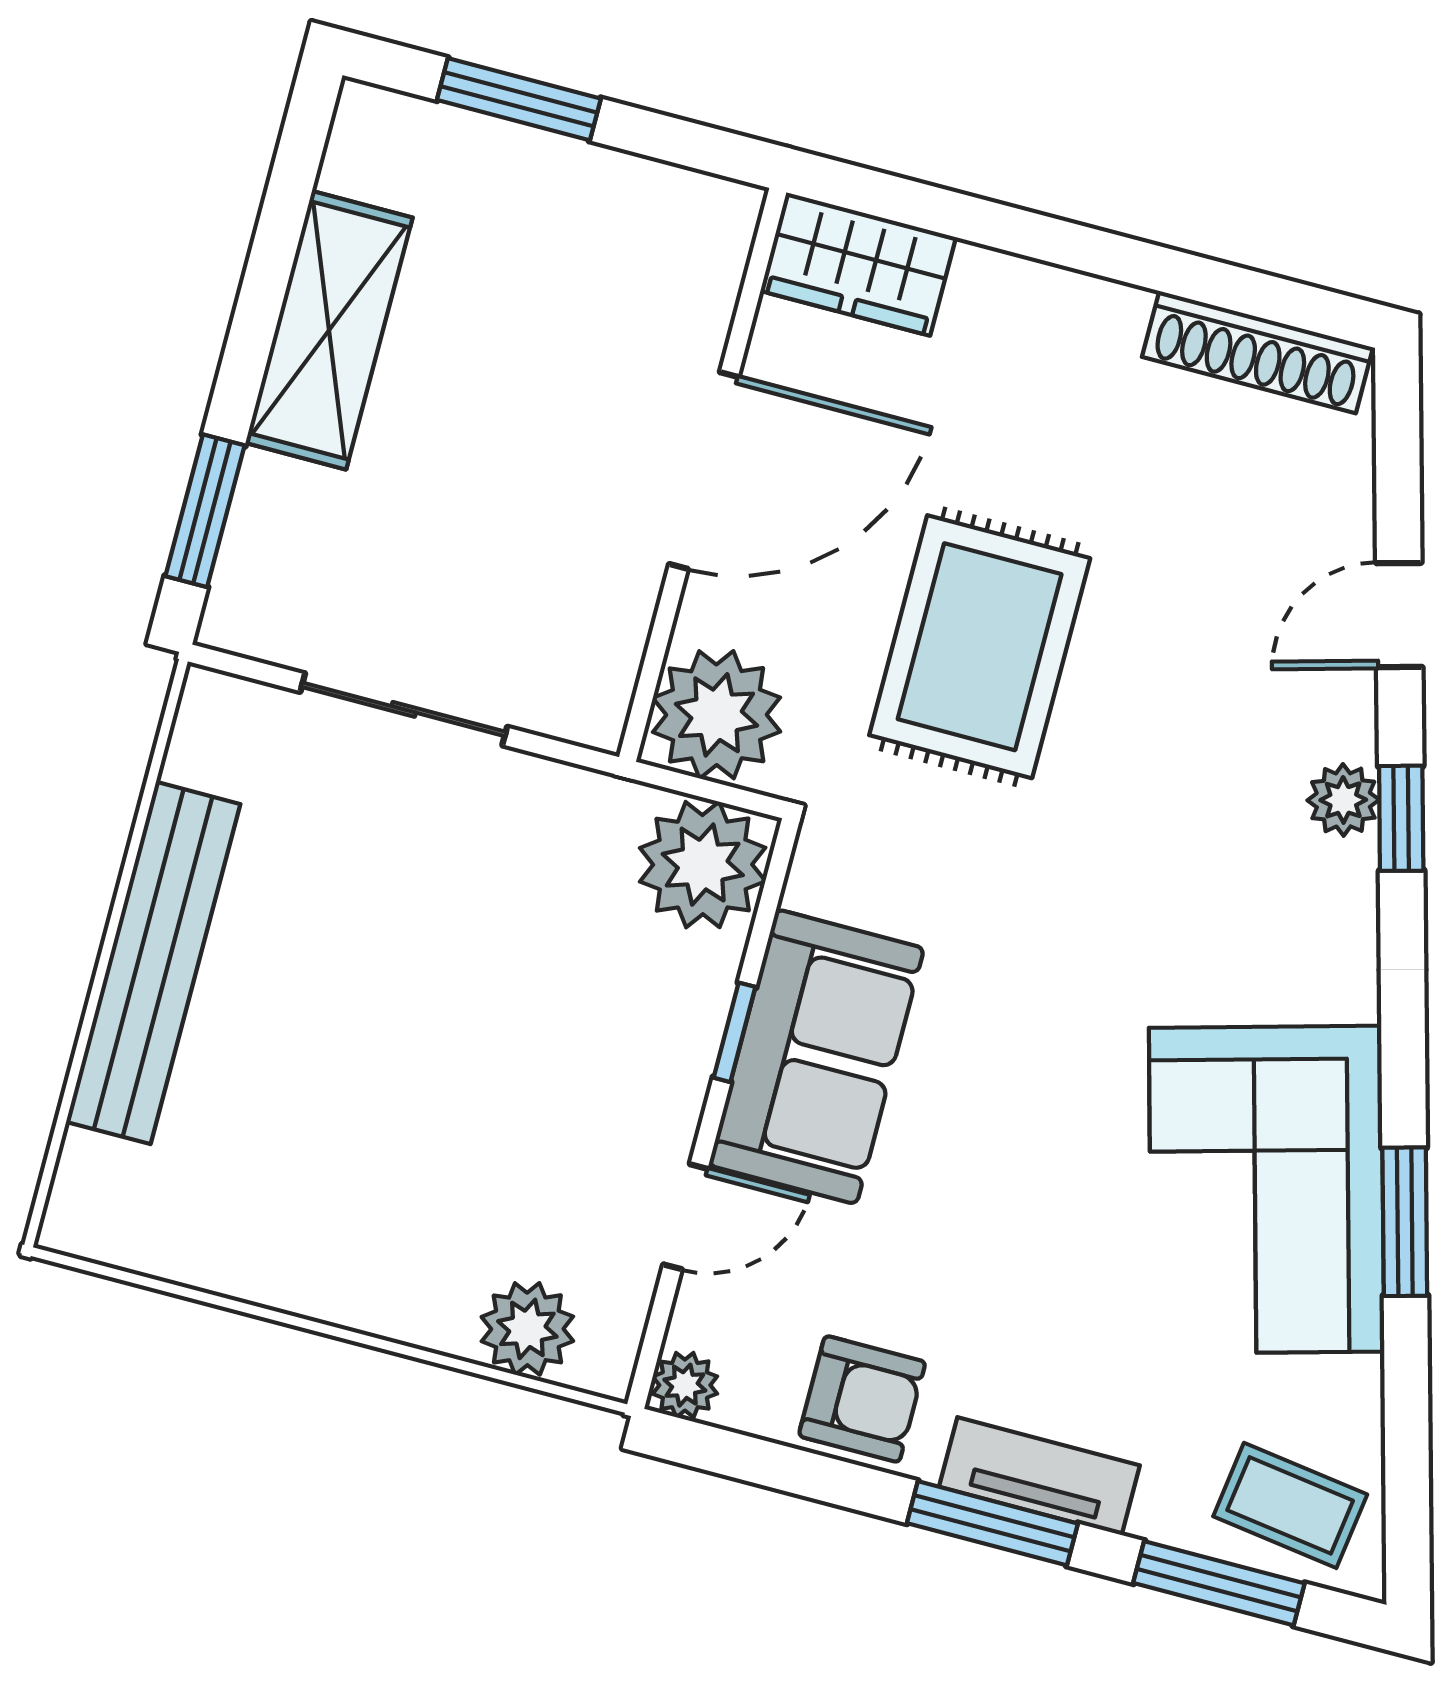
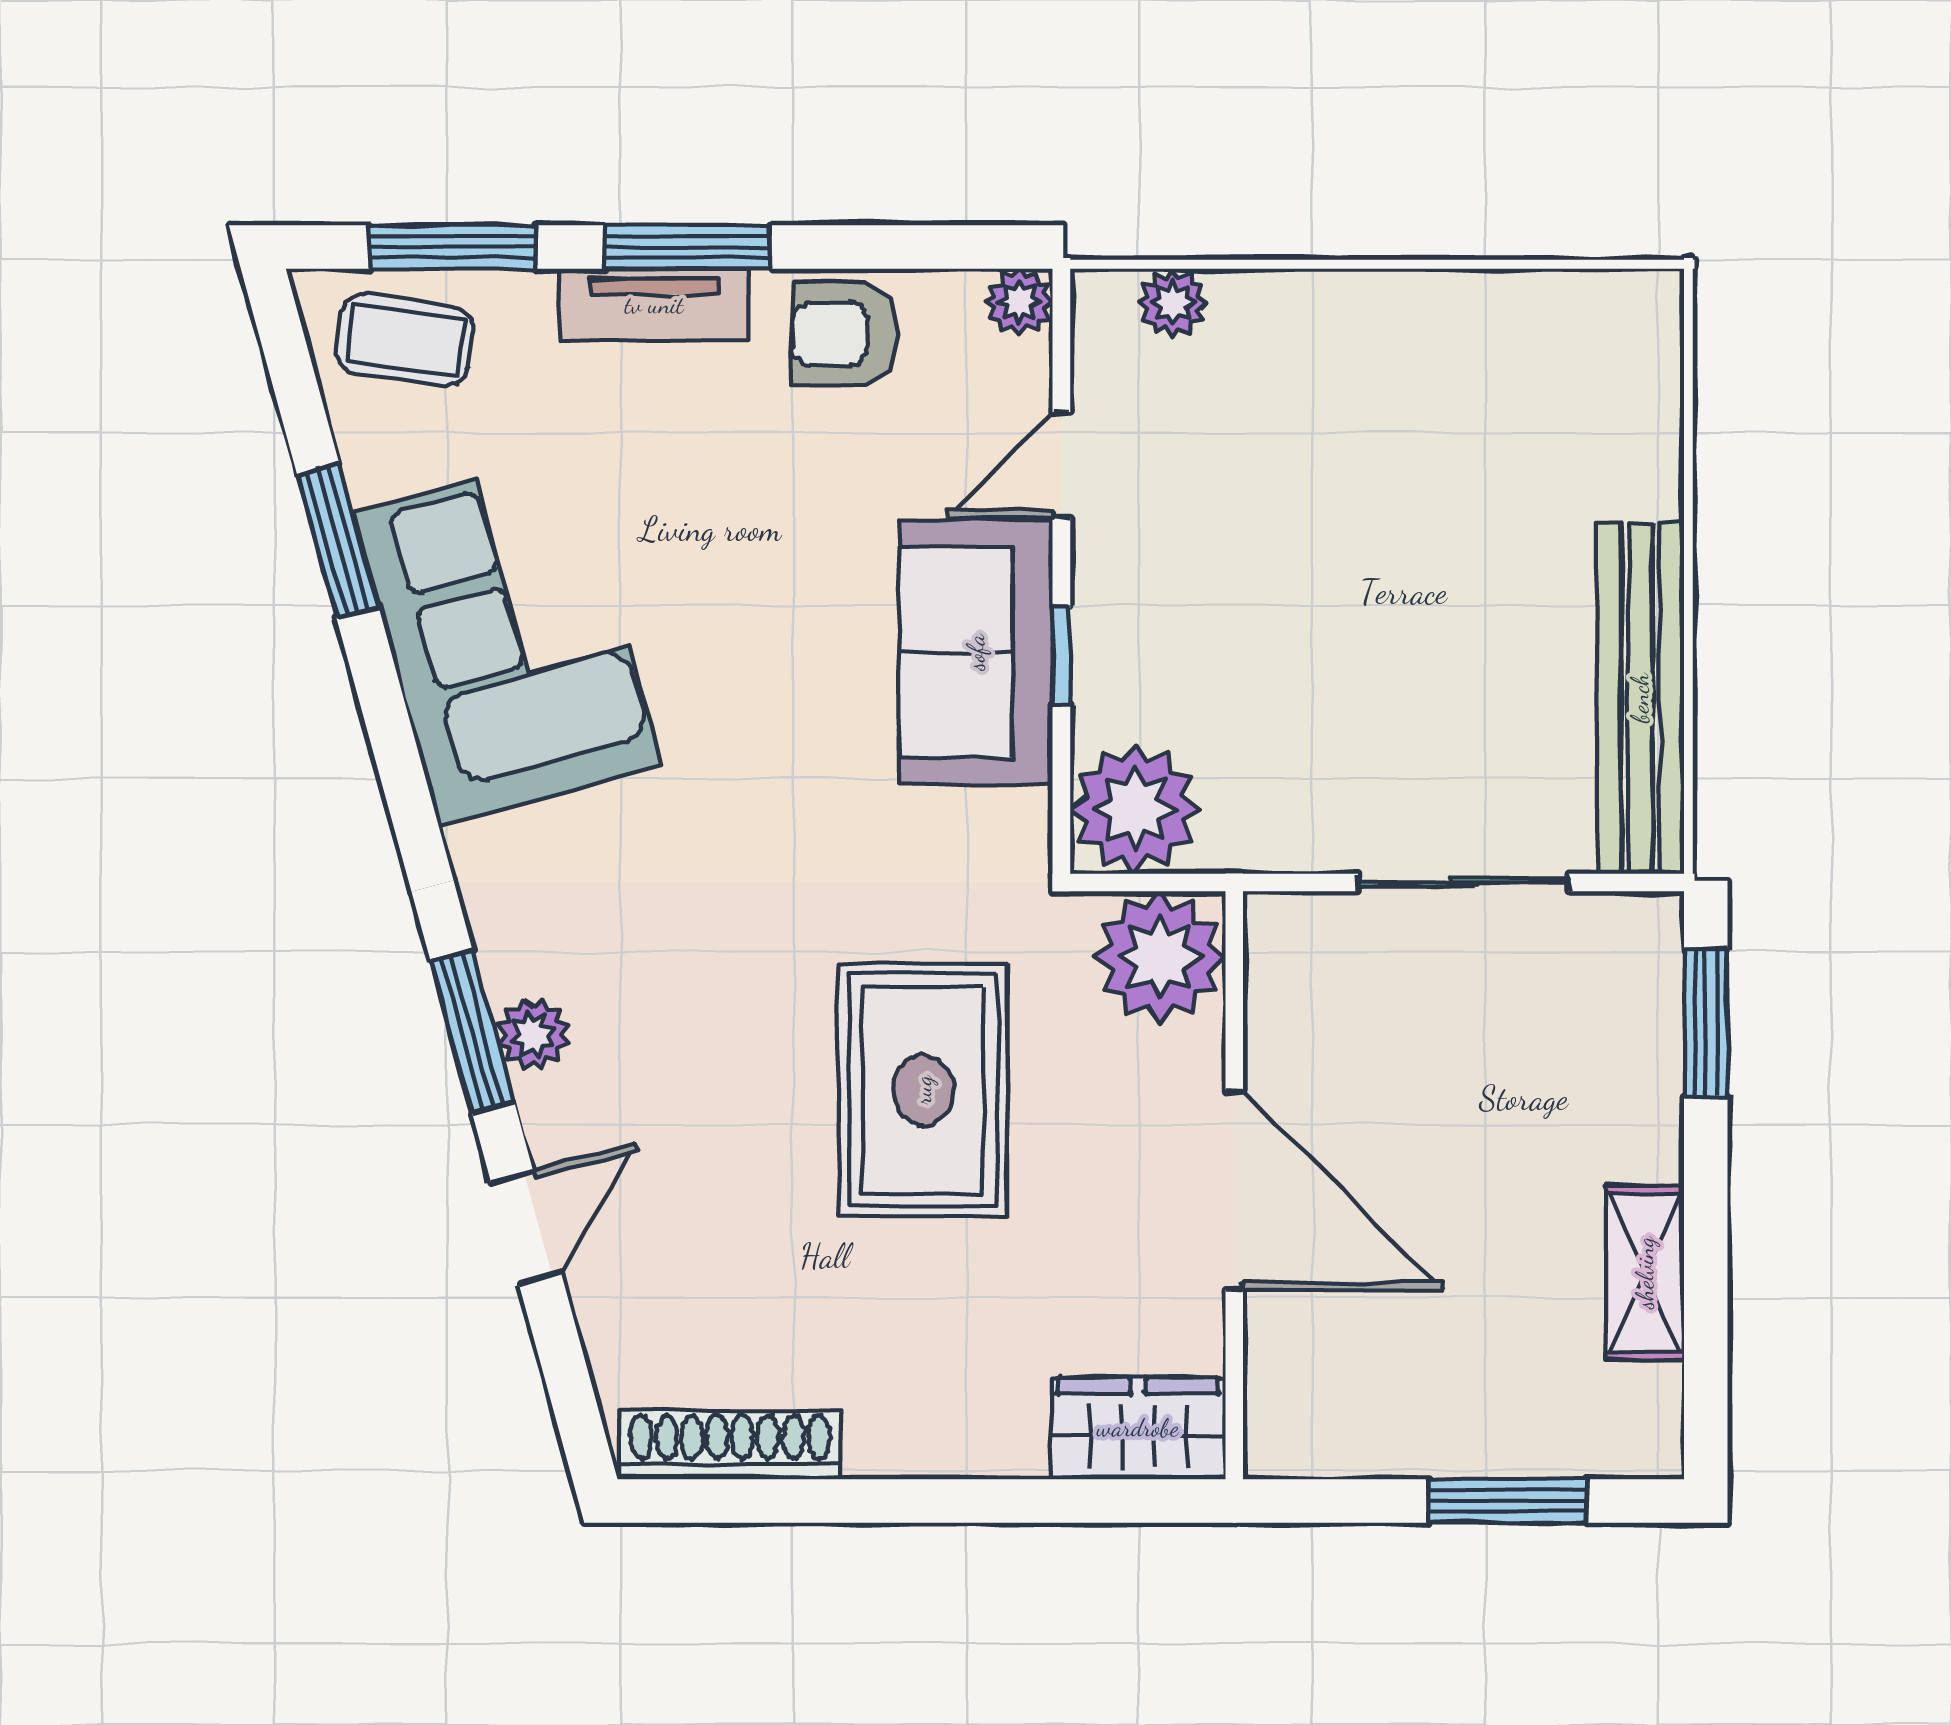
shelving: (329, 330) -> (1645, 1273), width x0.67, depth x0.75
door: (704, 471) -> (1234, 1190), swing flipped
window: (1401, 818) -> (472, 1032), width x1.50
bench: (153, 963) -> (1640, 698), moved
window: (1405, 1222) -> (338, 541), moved
plant: (527, 1329) -> (1173, 303), width x0.73, depth x0.73

